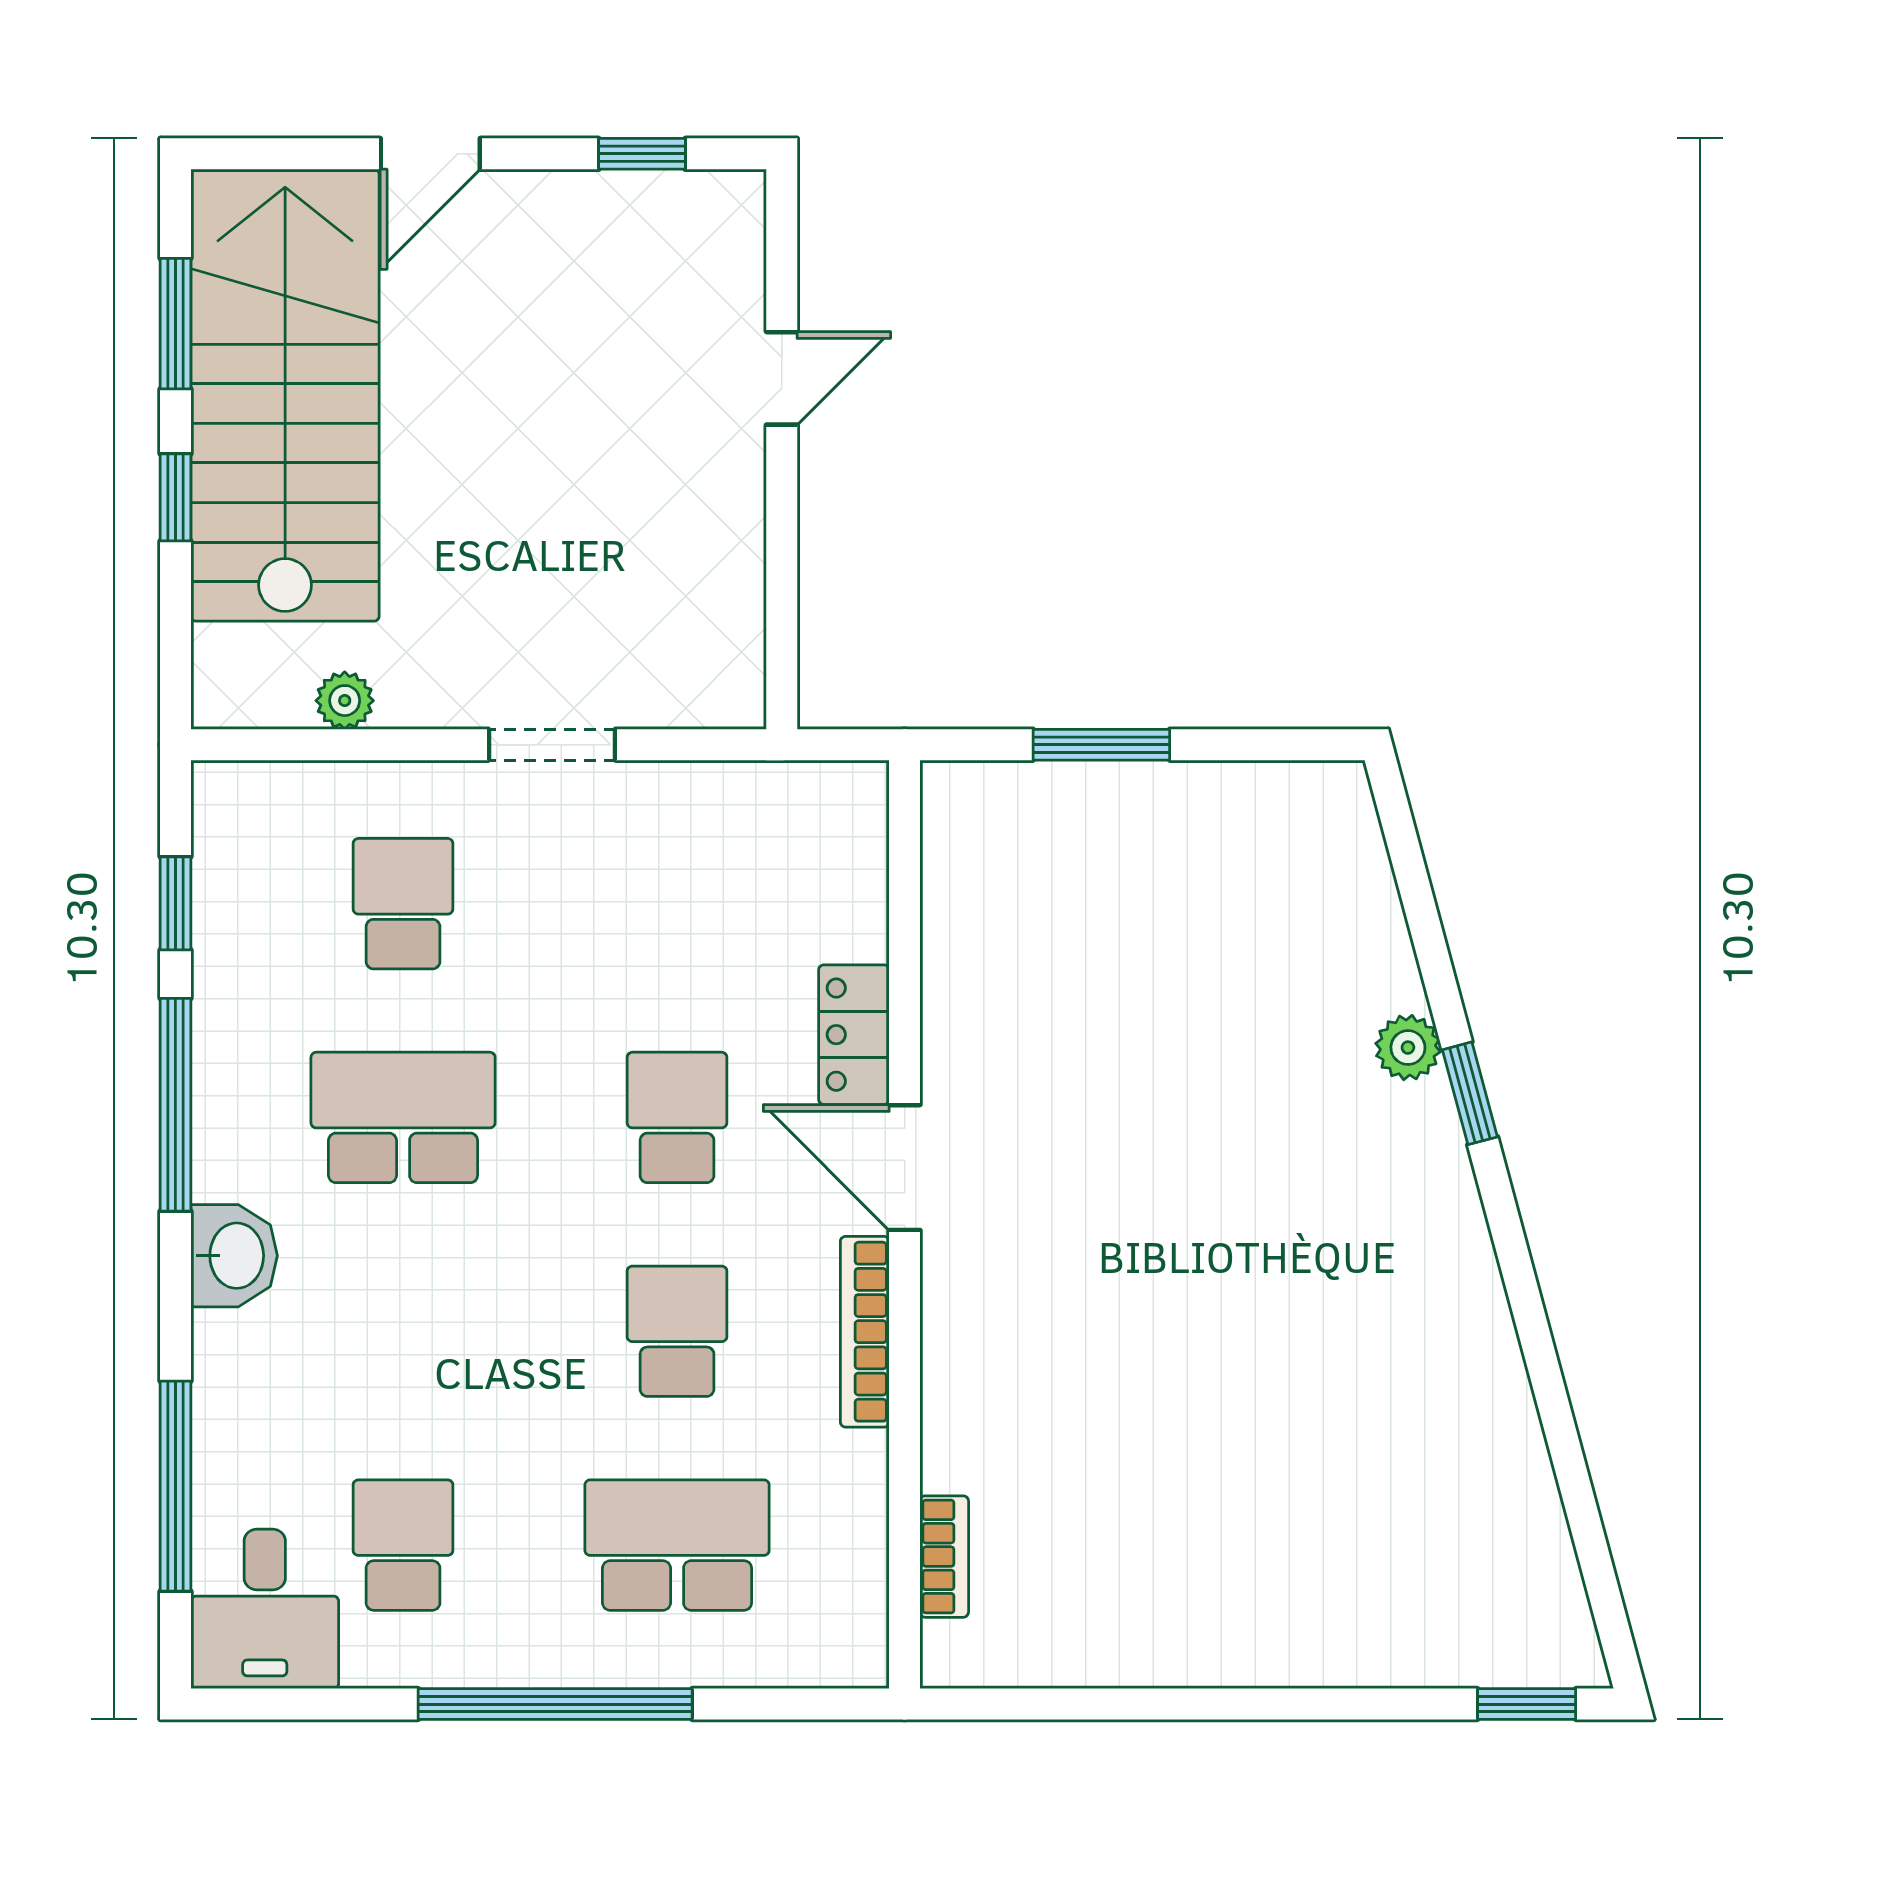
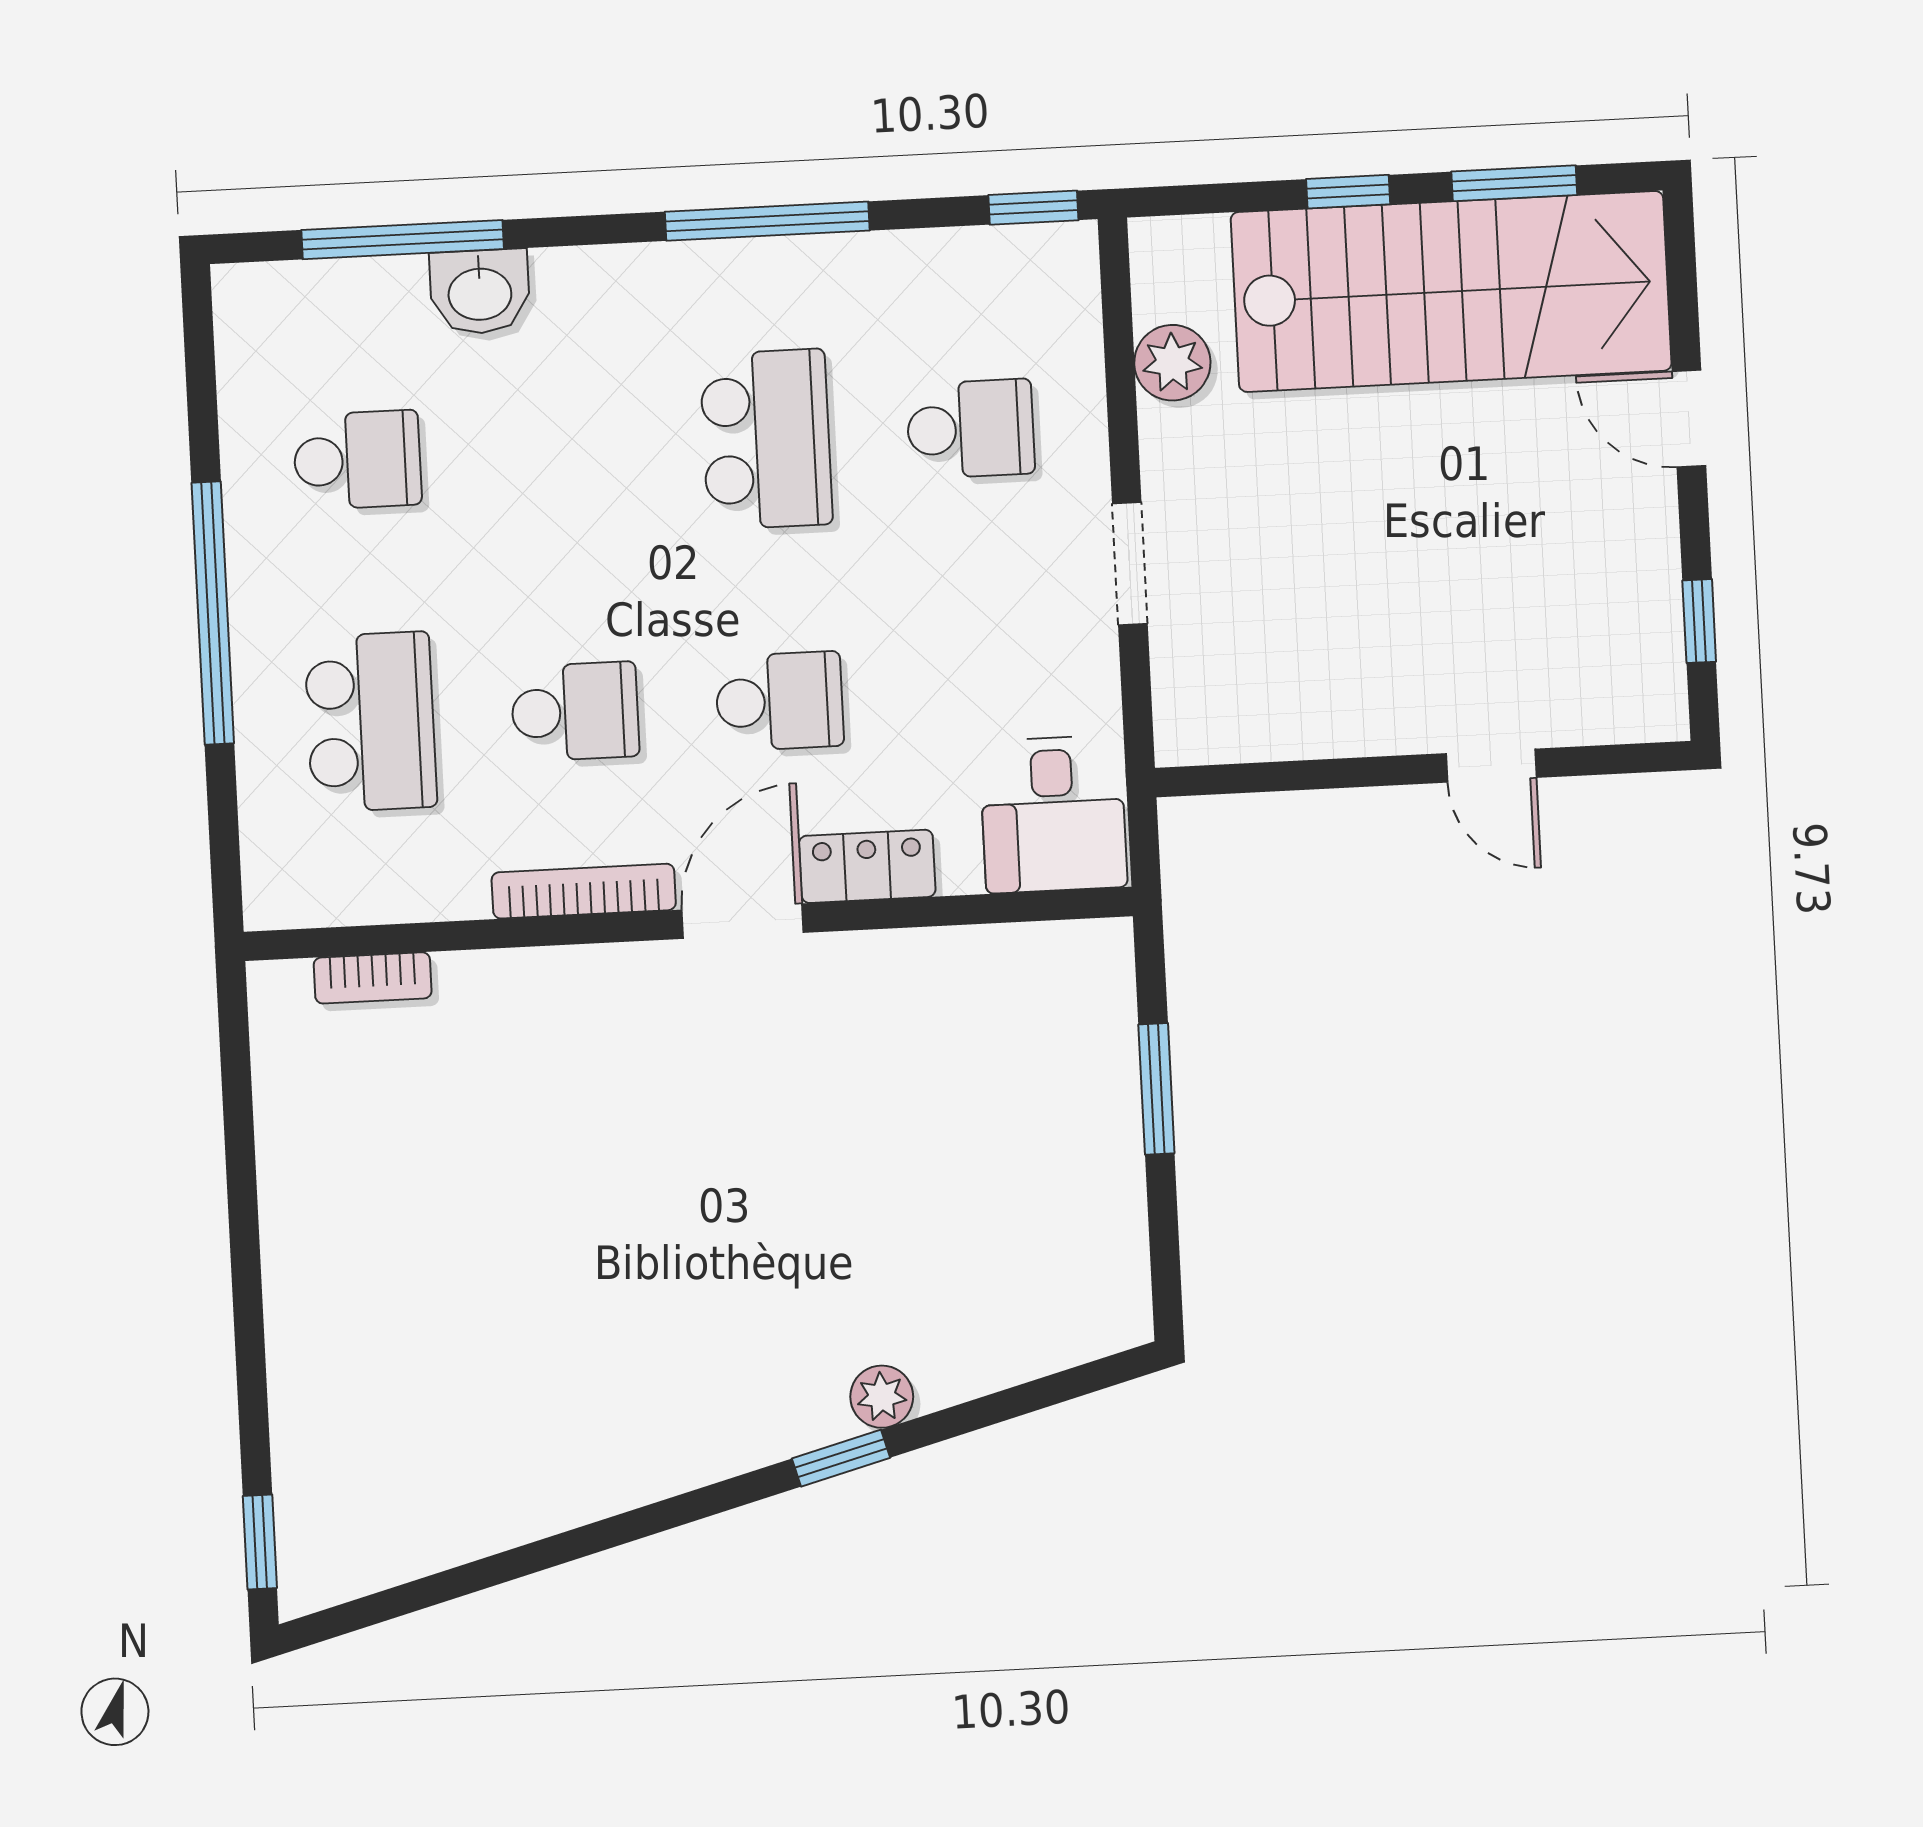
plant: (345, 701) -> (1172, 363), width x1.38, depth x1.38
window: (175, 903) -> (1033, 208), moved
washbasin: (234, 1256) -> (480, 292), moved
desk: (265, 1609) -> (1053, 814), moved, turned -90

